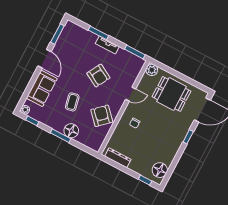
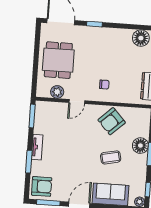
plant: (152, 70) -> (57, 92), moved
armchair: (98, 76) -> (42, 186), moved, turned 61
door: (131, 94) -> (77, 102), swing flipped

